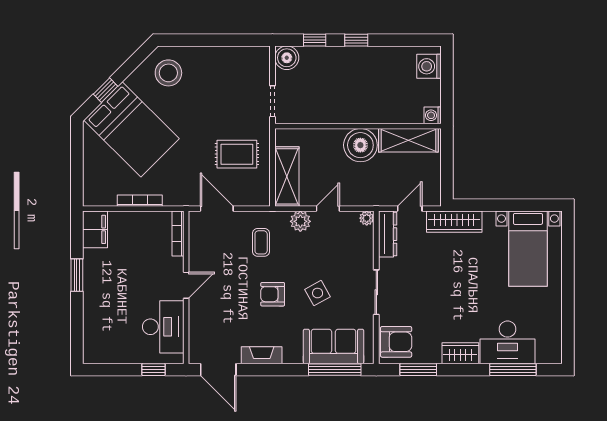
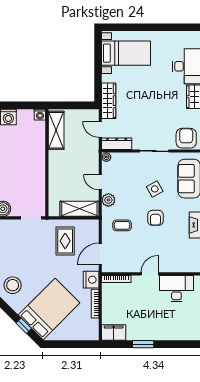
boiler: (360, 145) -> (59, 161), removed
nightstand: (177, 195) -> (91, 280), added
door: (186, 285) -> (150, 274), hinge flipped

